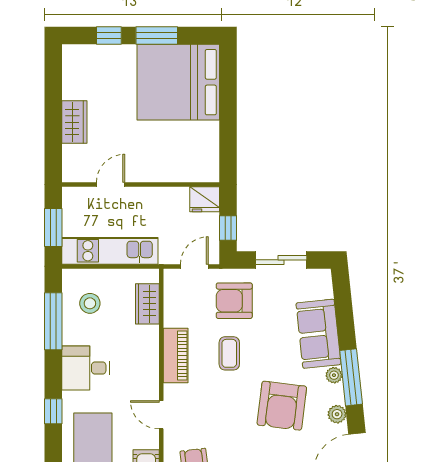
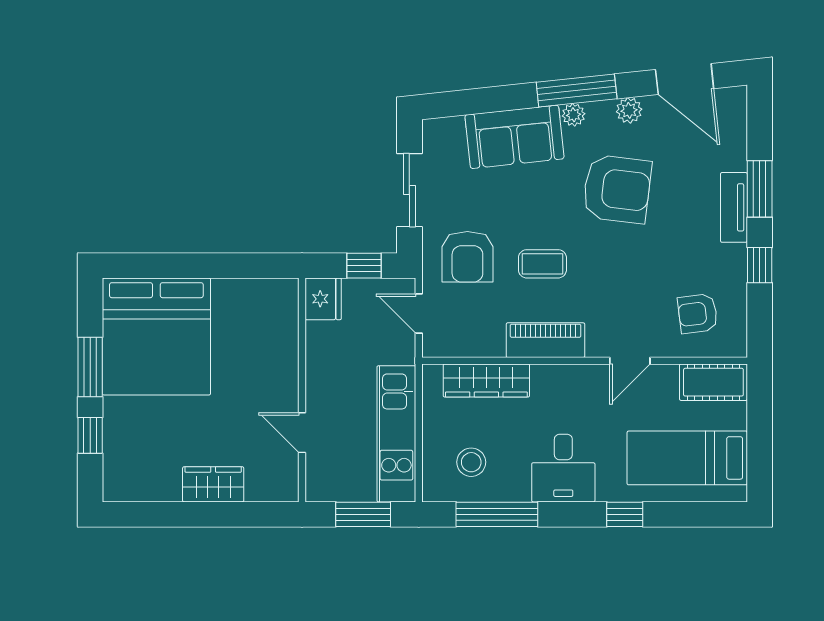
wardrobe: (147, 304) -> (486, 380), width x1.50

